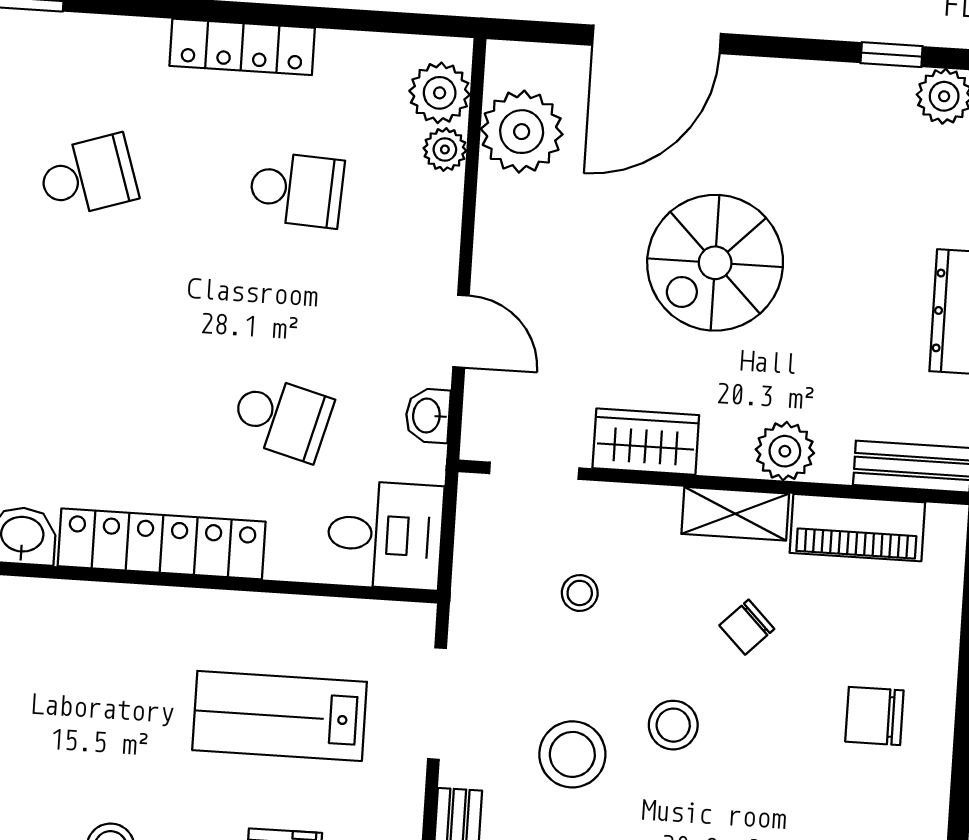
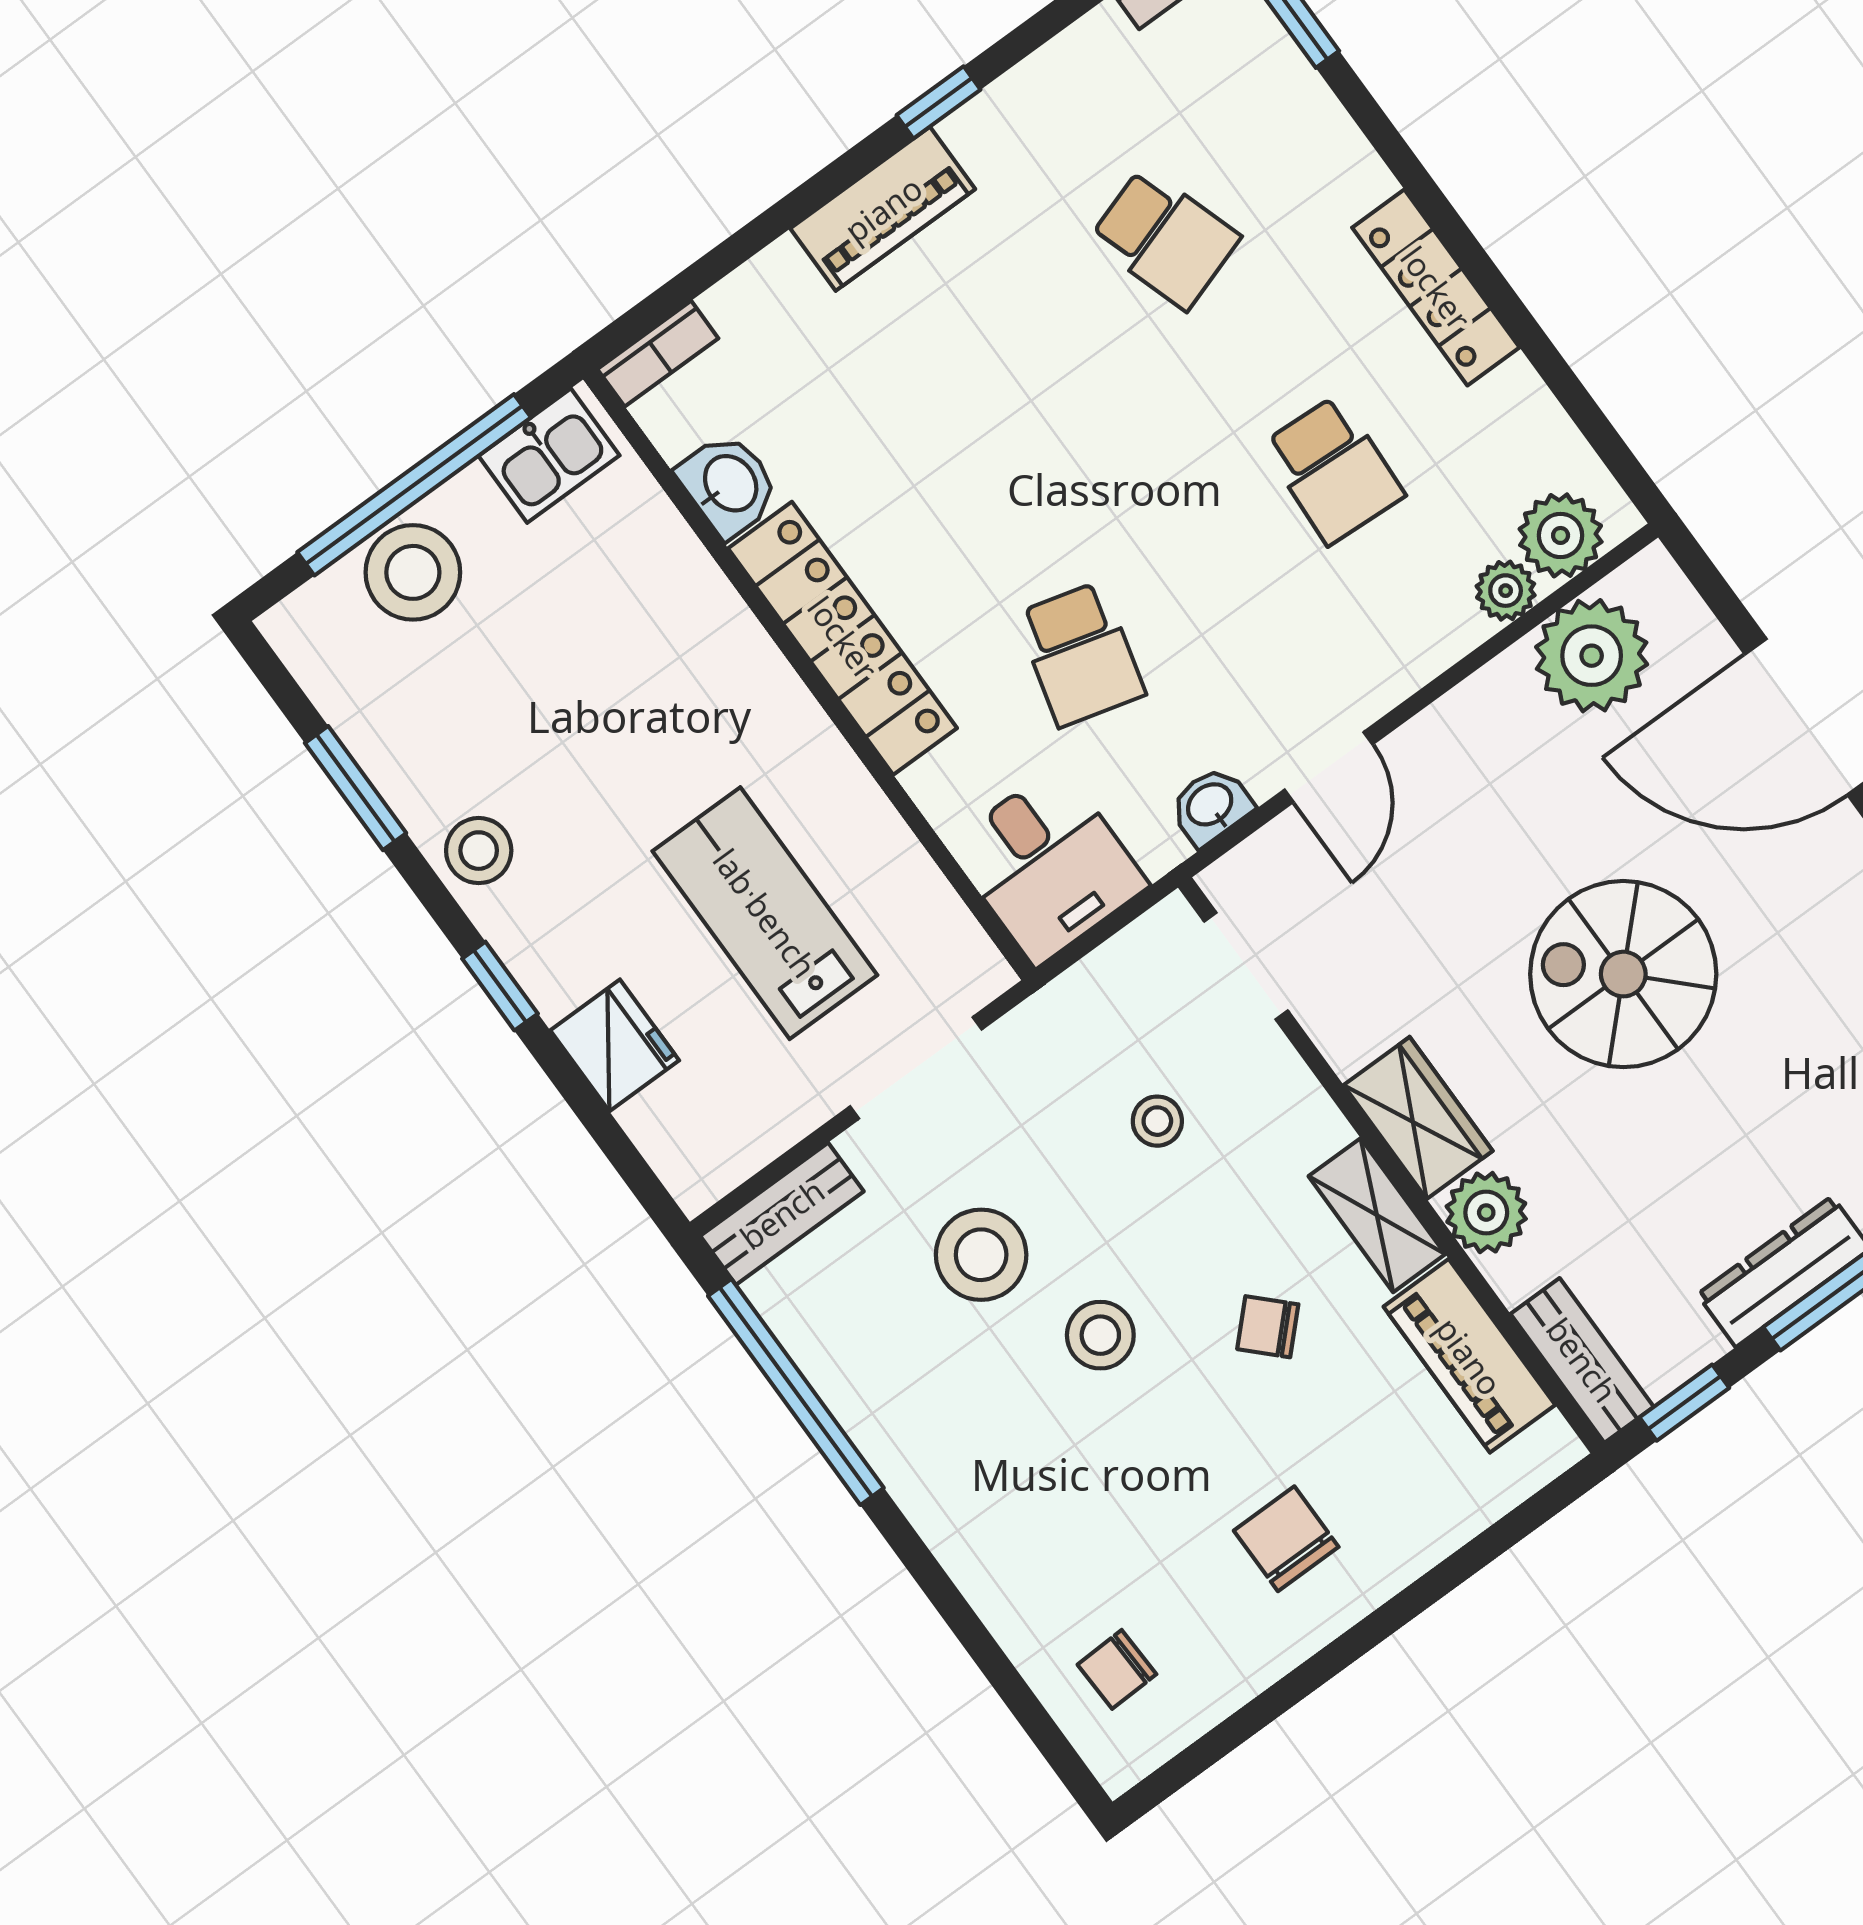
wardrobe: (646, 442) -> (1418, 1118), moved

